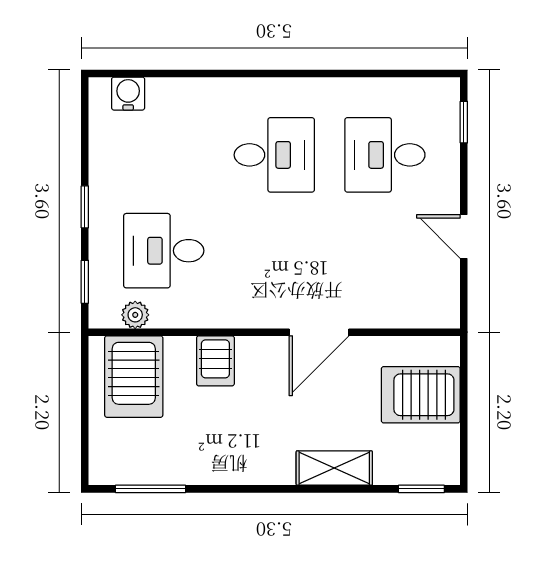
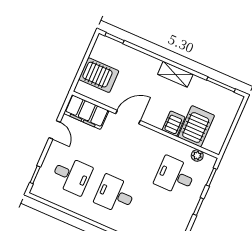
desk: (164, 251) -> (175, 176), turned 180
filing cabinet: (413, 304) -> (86, 112), added
server rack: (134, 377) -> (196, 126), moved
shelving: (334, 468) -> (175, 74), moved

